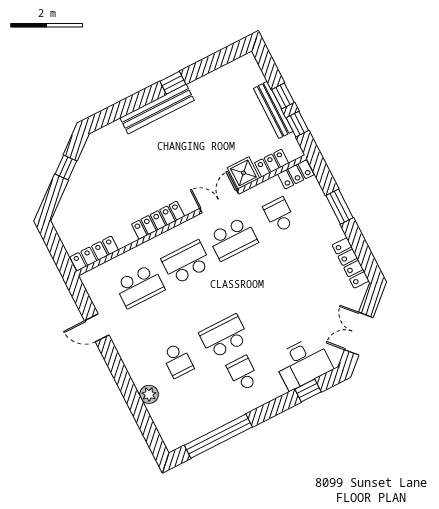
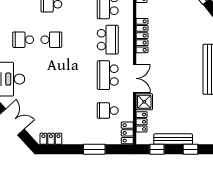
window: (283, 96) -> (191, 149), moved
school desk: (279, 215) -> (108, 111), turned 180
locker: (351, 263) -> (51, 139), width x0.66
school desk: (224, 337) -> (51, 40), width x0.54
school desk: (243, 374) -> (23, 40), turned 180

